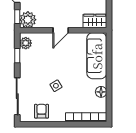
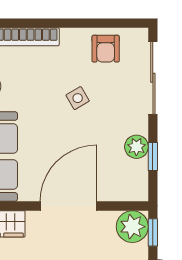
door: (61, 30) -> (68, 206), width x1.88
plant: (26, 43) -> (136, 147), moved

